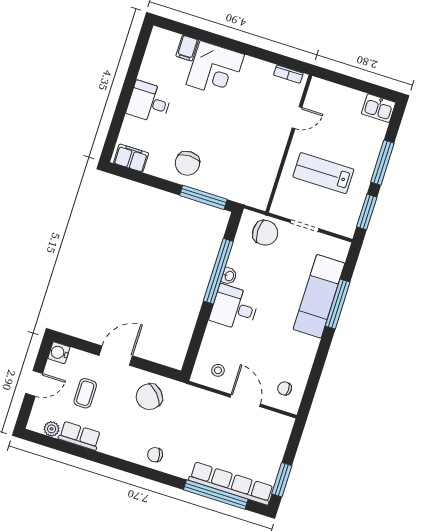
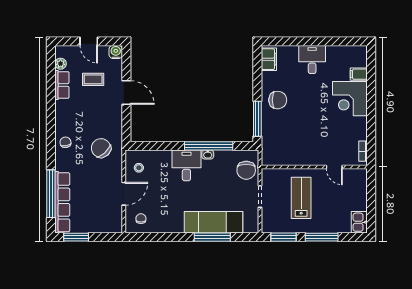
chair: (187, 163) -> (278, 100), turned 180
chair: (149, 397) -> (101, 148), moved

